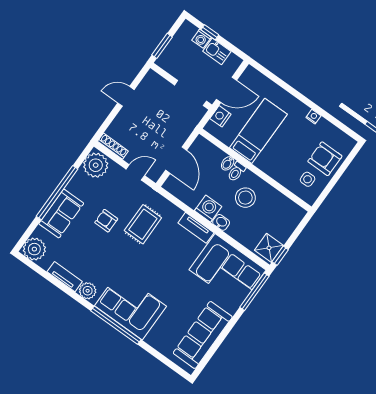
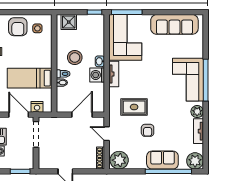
window: (57, 193) -> (168, 171), moved
shower: (269, 248) -> (69, 22), moved

